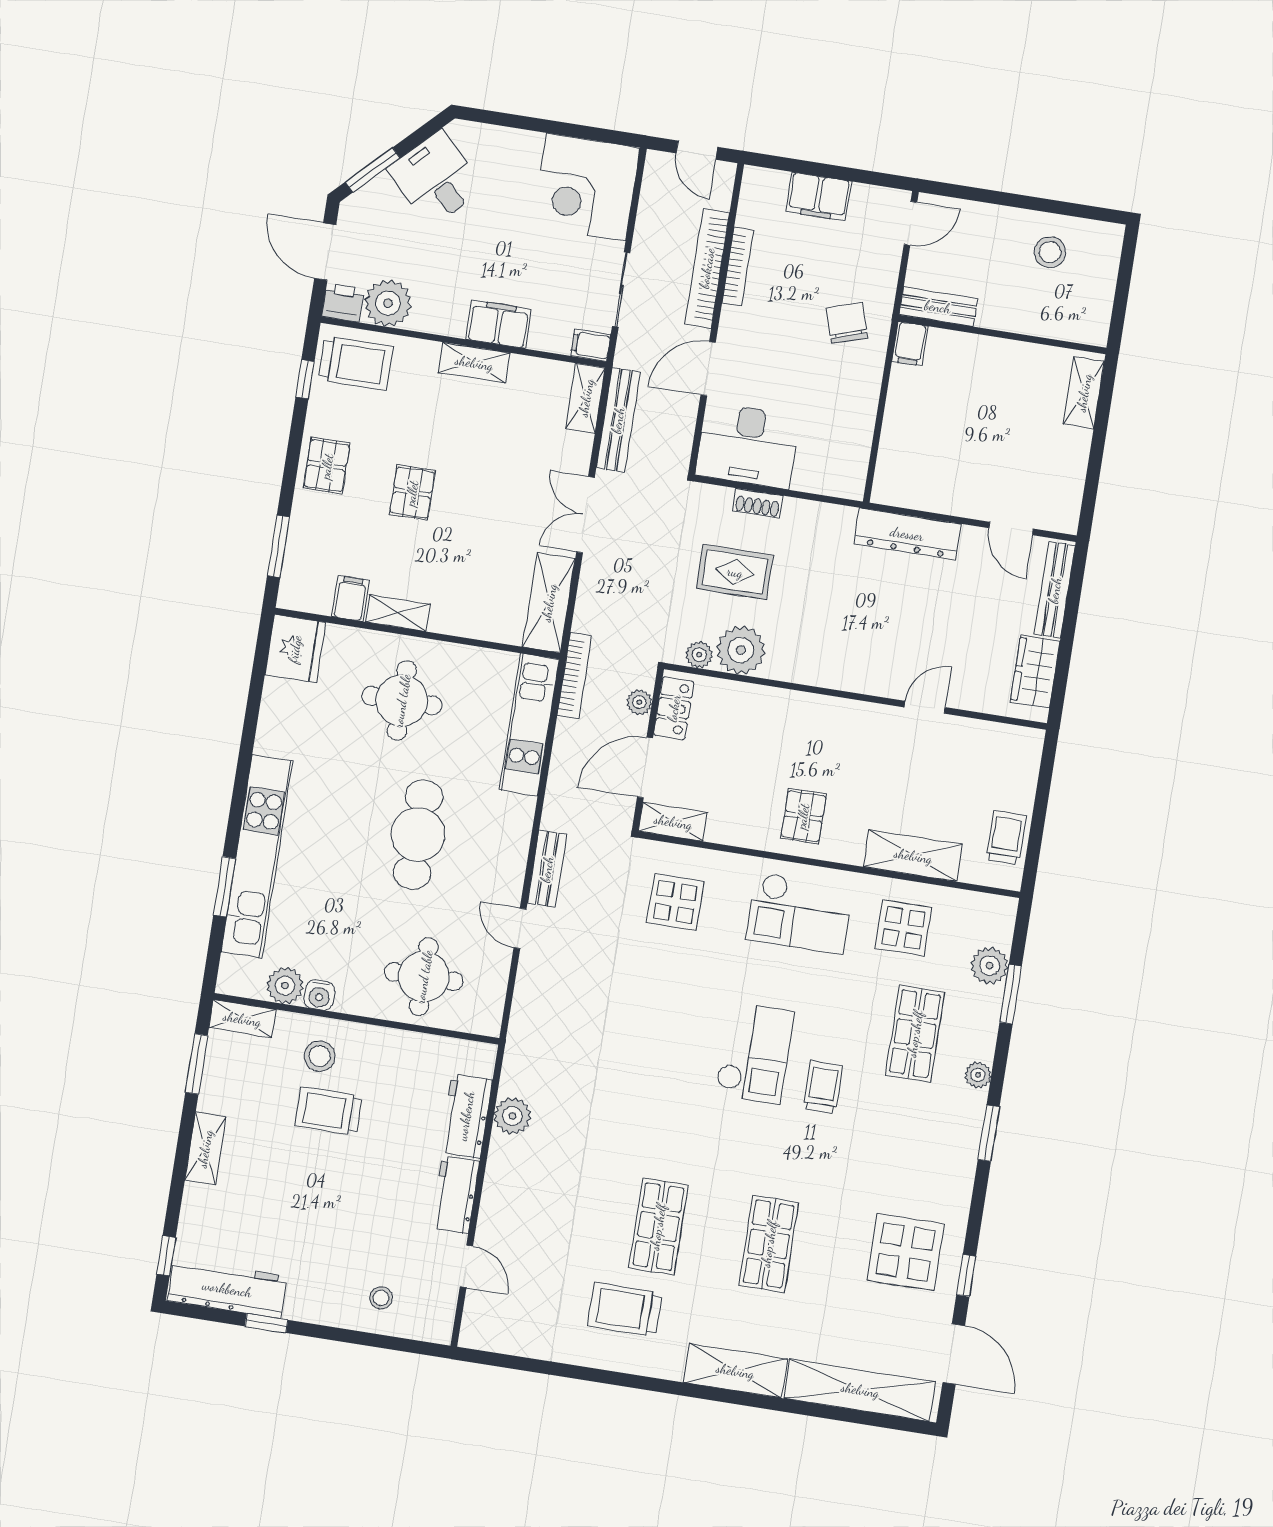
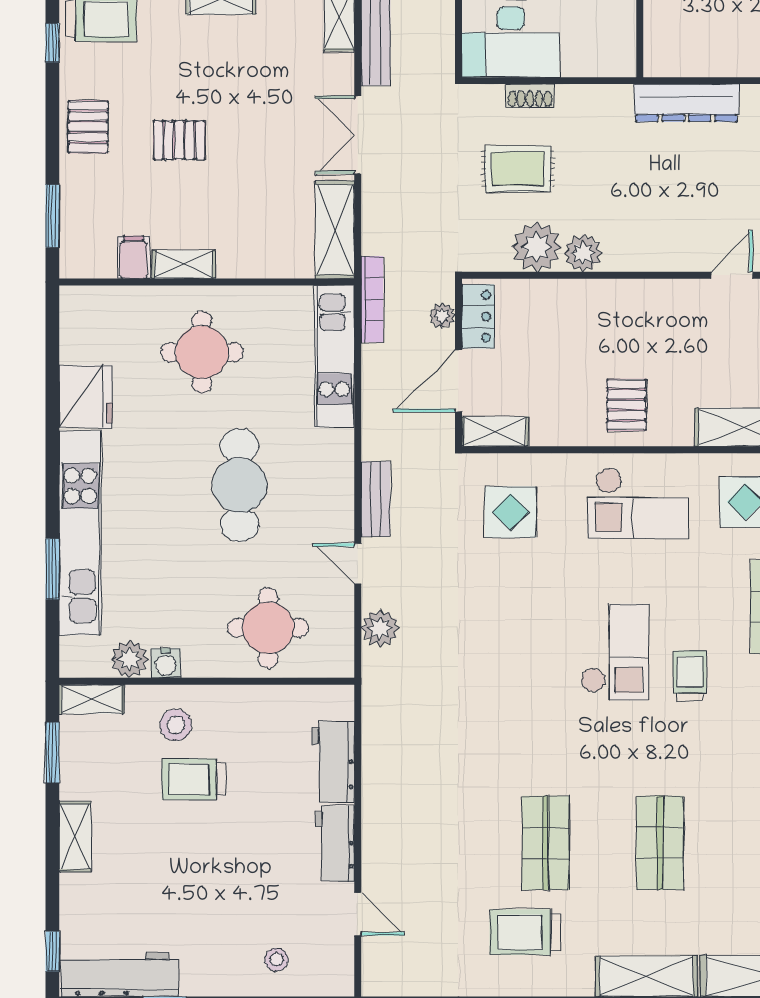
pallet: (412, 493) -> (179, 140), turned 90
fridge: (295, 649) -> (86, 396), moved
plant: (699, 655) -> (583, 253), moved, width x1.38, depth x1.38
plant: (512, 1116) -> (380, 628), moved

